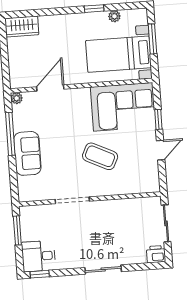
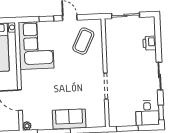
coffee table: (100, 156) -> (83, 41), moved
printer: (156, 254) -> (149, 43), moved
sliding door: (103, 270) -> (160, 76), moved

